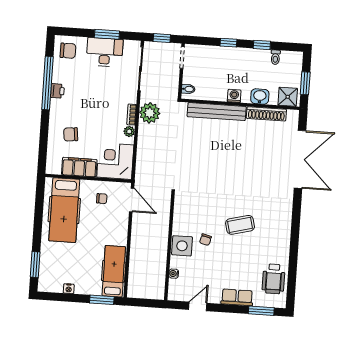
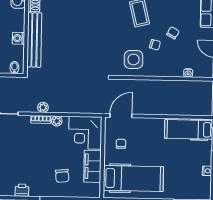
washing machine: (234, 96) -> (19, 38), moved
plant: (150, 113) -> (43, 107), width x0.53, depth x0.53
side table: (182, 246) -> (134, 59), moved
chair: (217, 259) -> (173, 33), added

